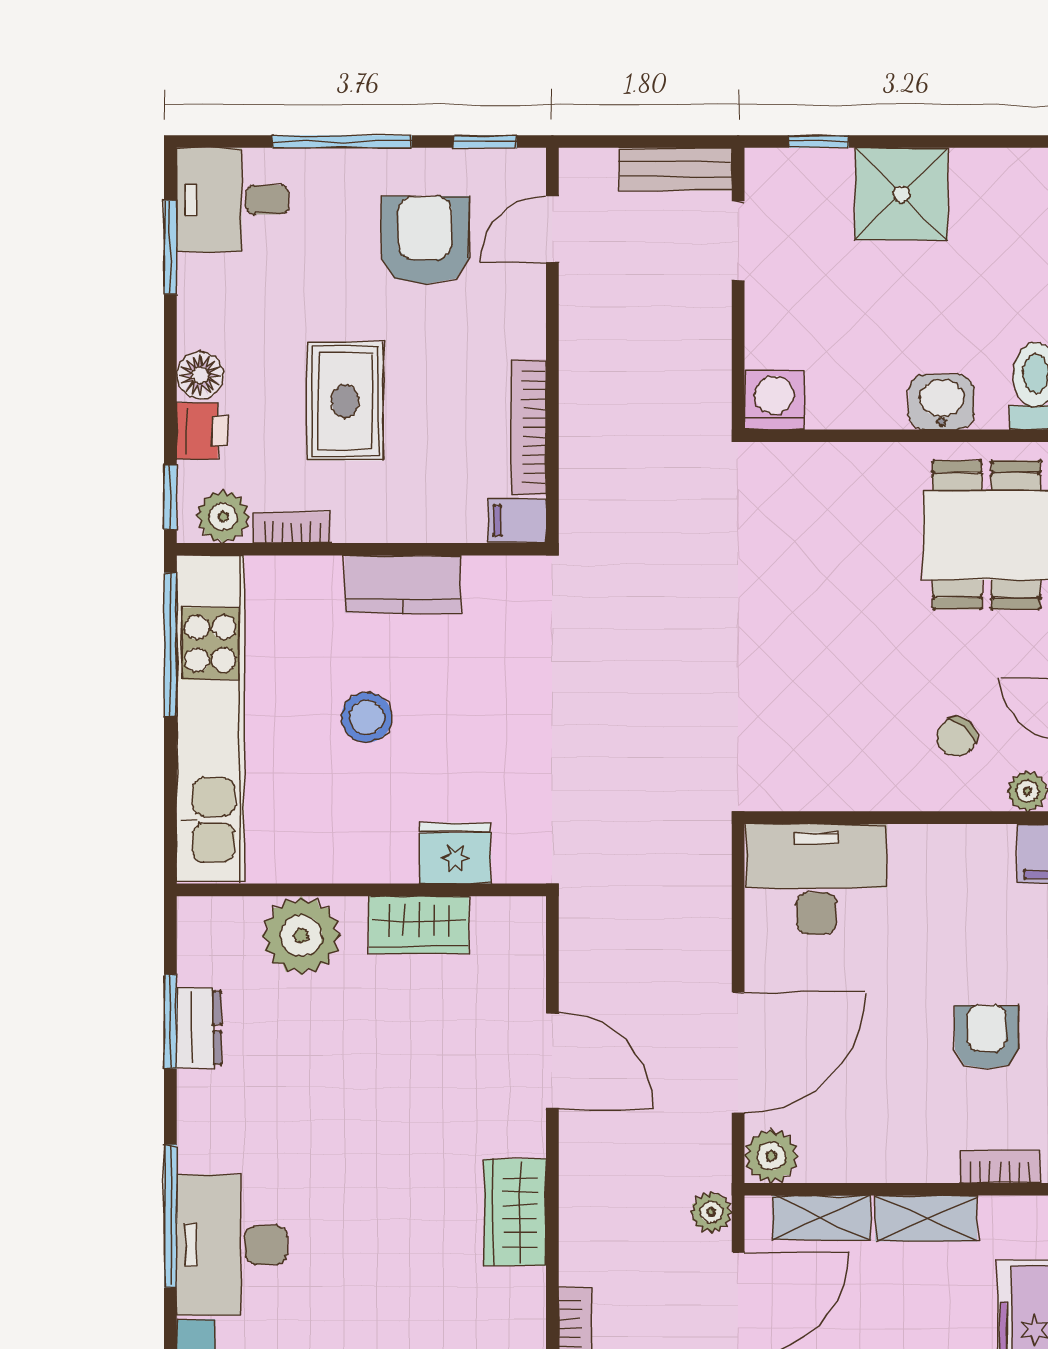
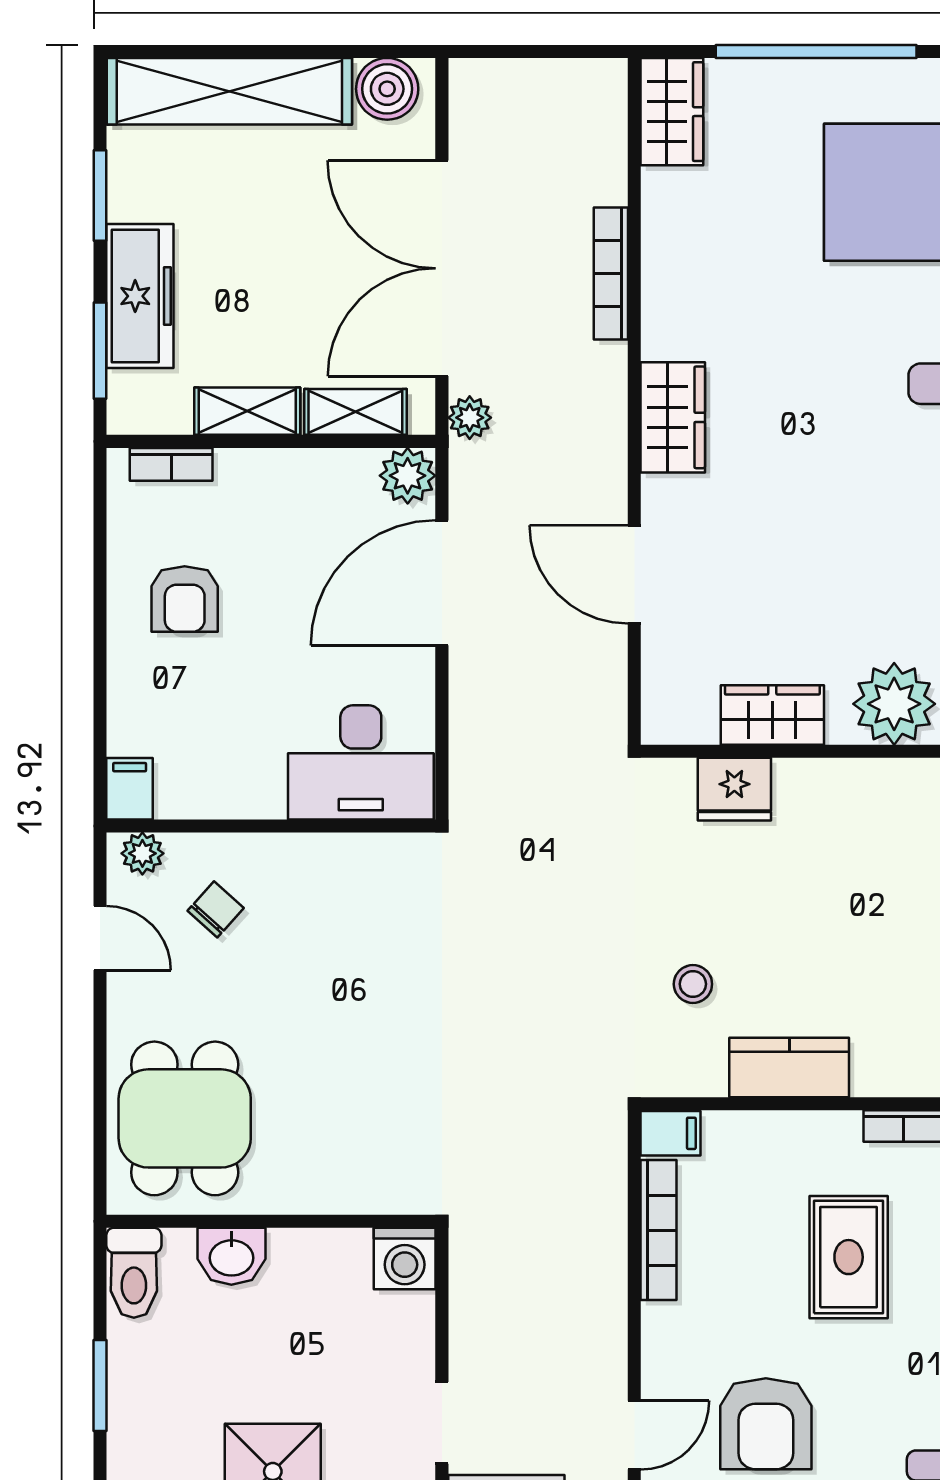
stool: (367, 717) -> (693, 984), moved, width x0.73, depth x0.73

